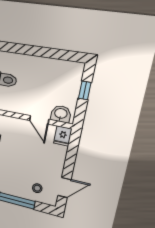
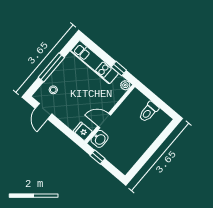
window: (85, 90) -> (97, 157), moved

